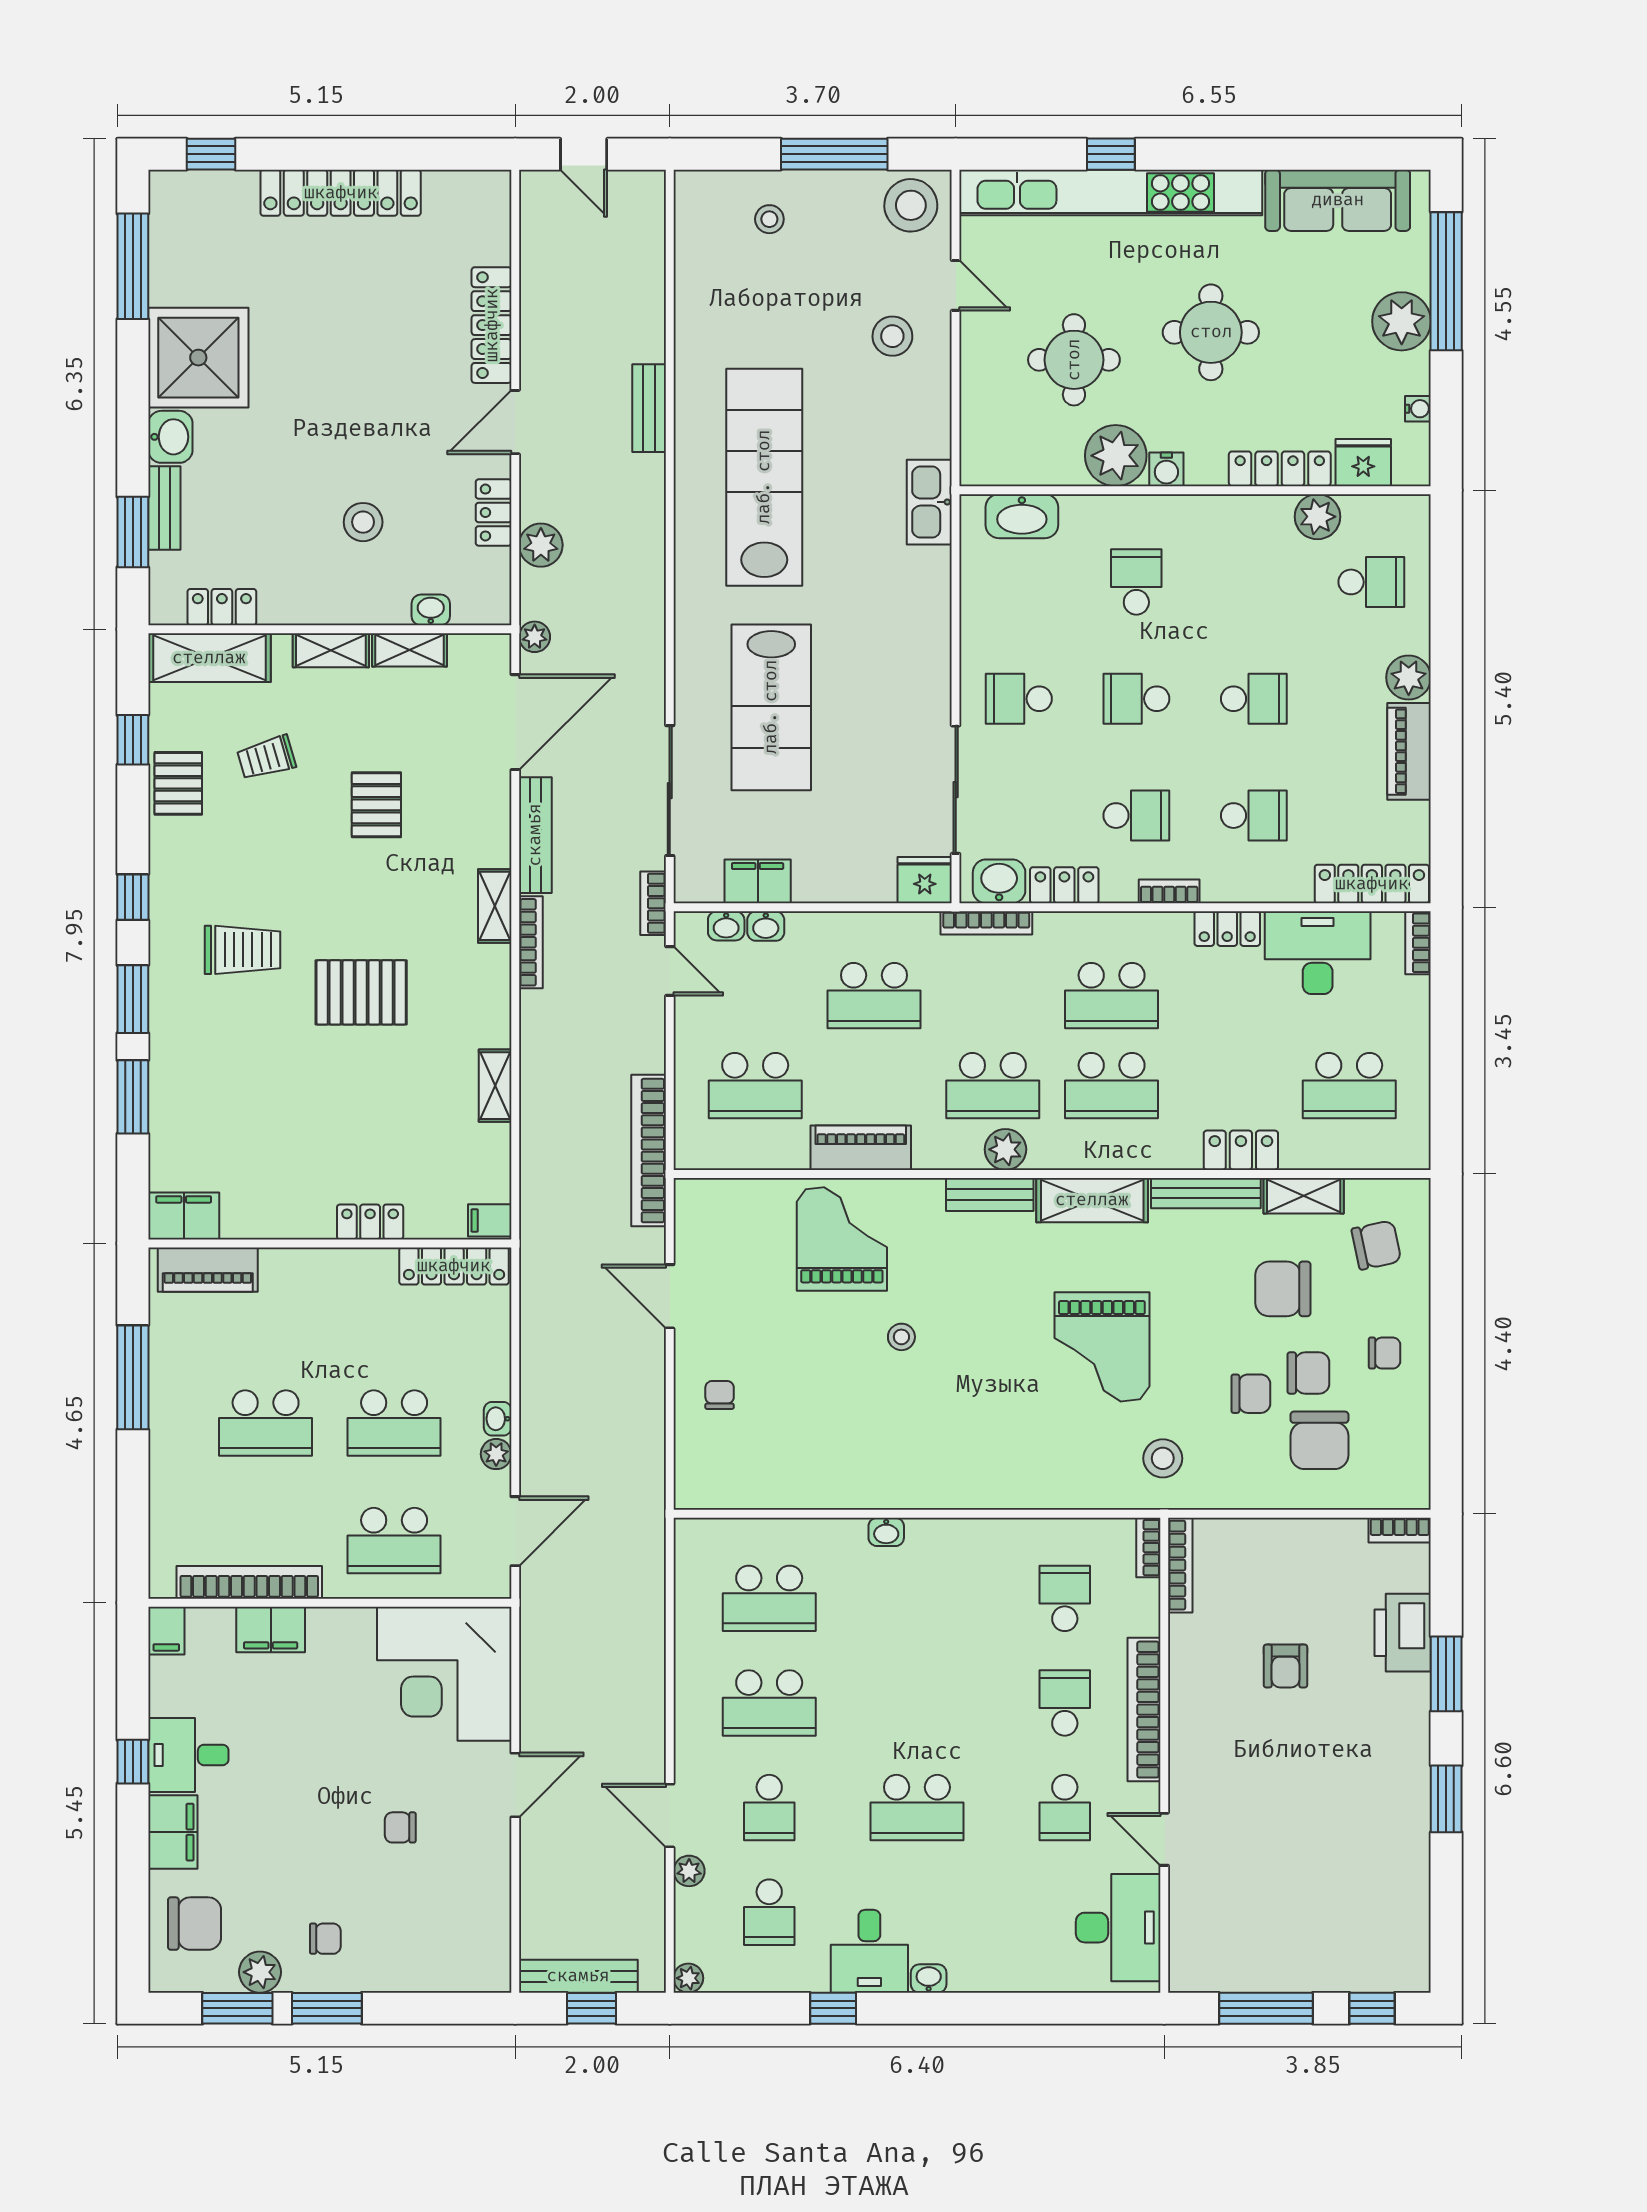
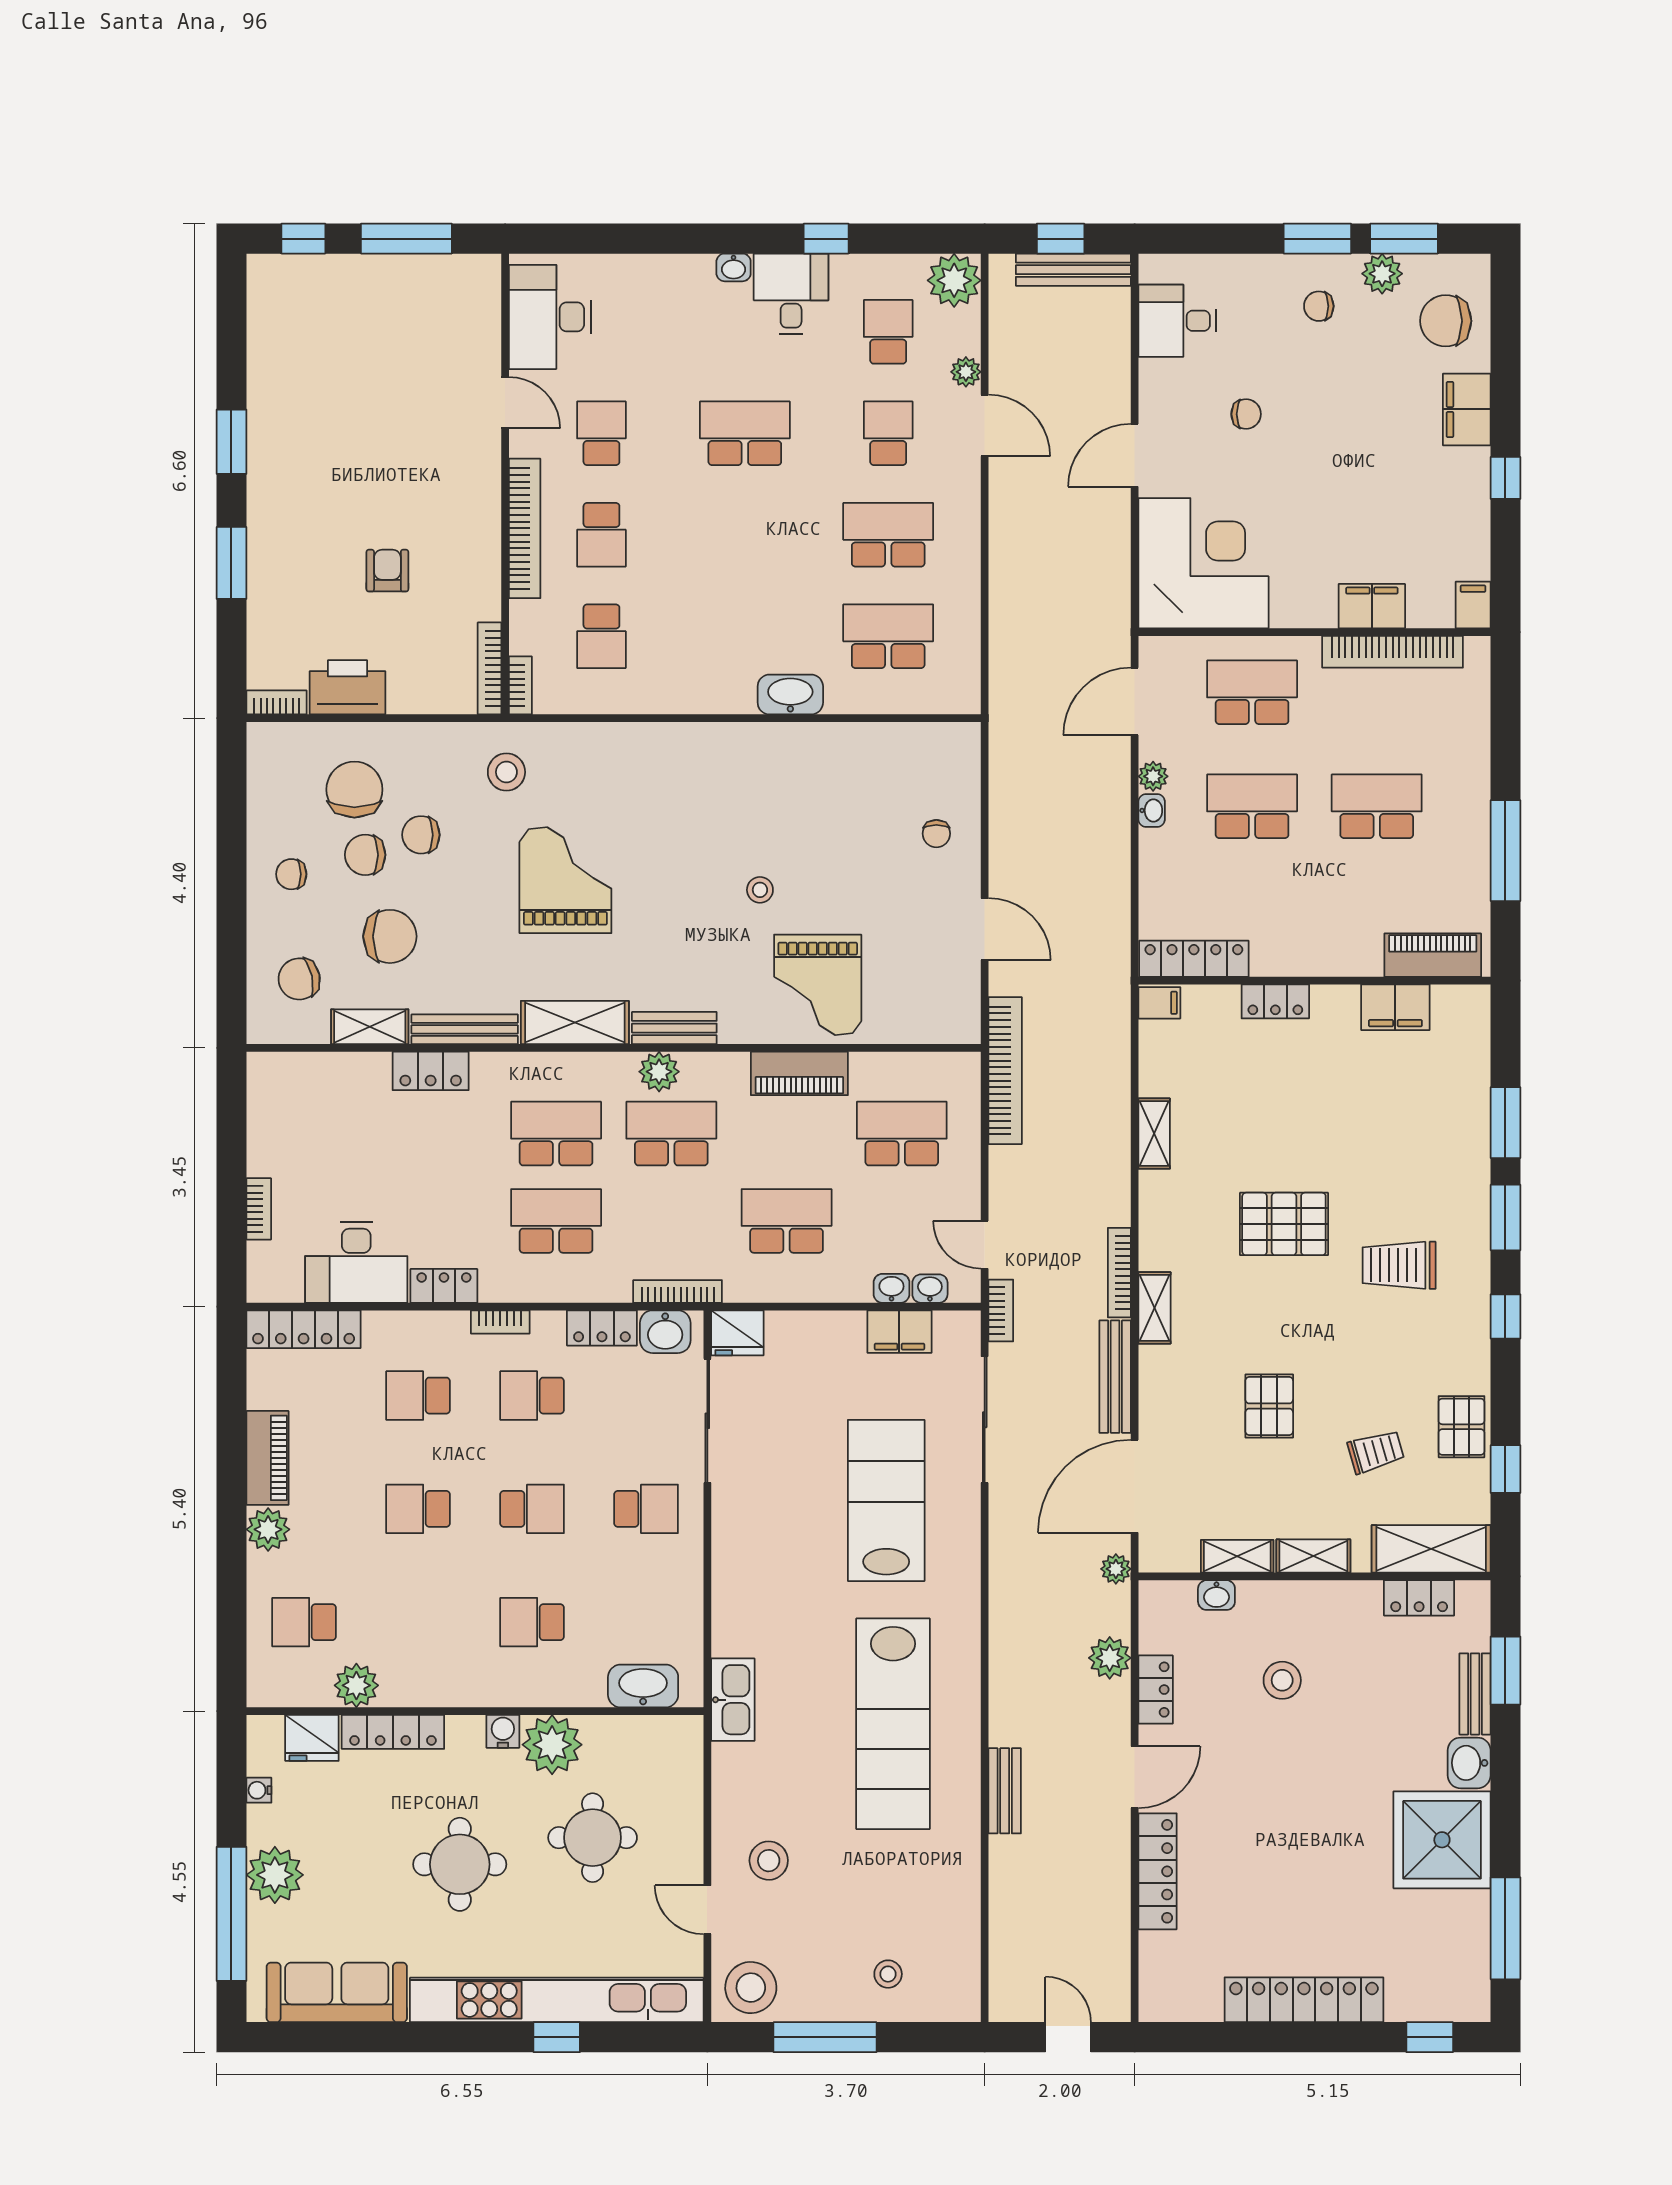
school desk: (1136, 582) -> (532, 1622), turned 90
bookcase: (1418, 943) -> (259, 1209), moved
school desk: (1349, 1086) -> (326, 1134), removed
filing cabinet: (184, 1216) -> (1395, 1007), moved
washbasin: (886, 1532) -> (790, 694), width x1.91, depth x1.45
printer: (1403, 1633) -> (347, 687), moved, turned -90
desk: (188, 1755) -> (1177, 321), moved, turned 180
plant: (688, 1978) -> (954, 280), width x1.88, depth x1.88

